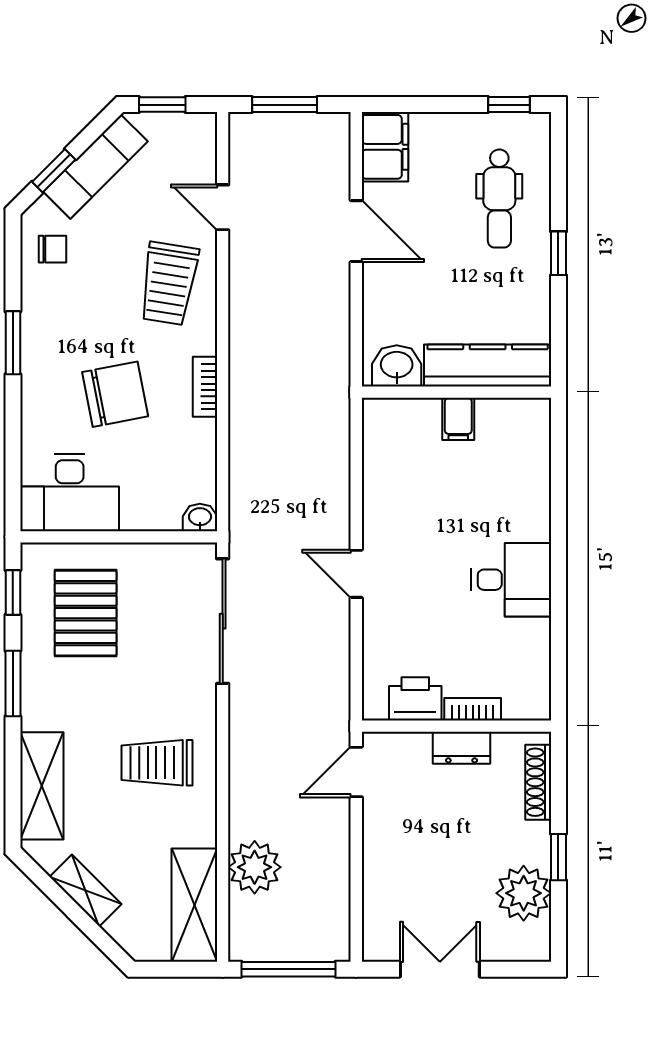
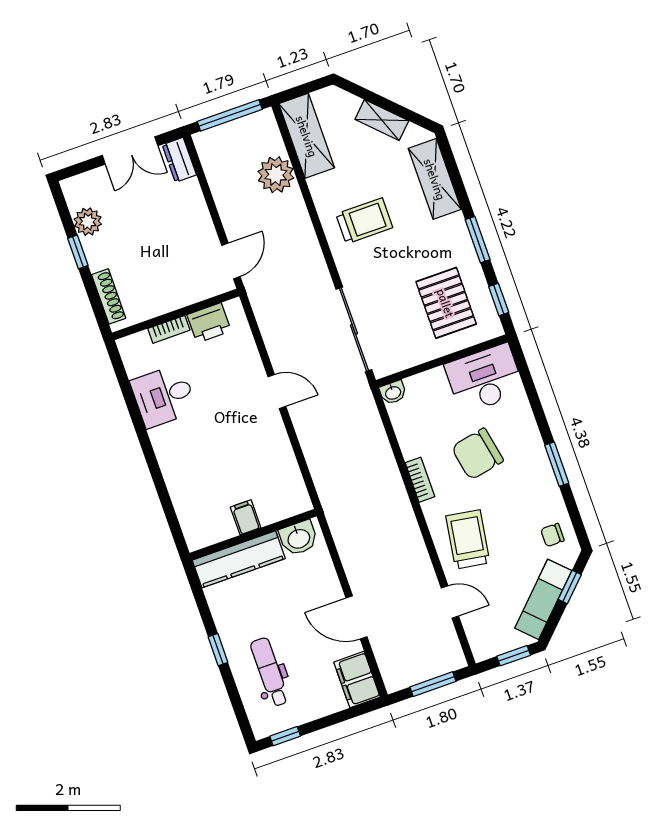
desk: (511, 580) -> (164, 396), moved
dresser: (461, 748) -> (179, 160), moved, turned -90
plant: (524, 893) -> (88, 222), width x0.73, depth x0.73

